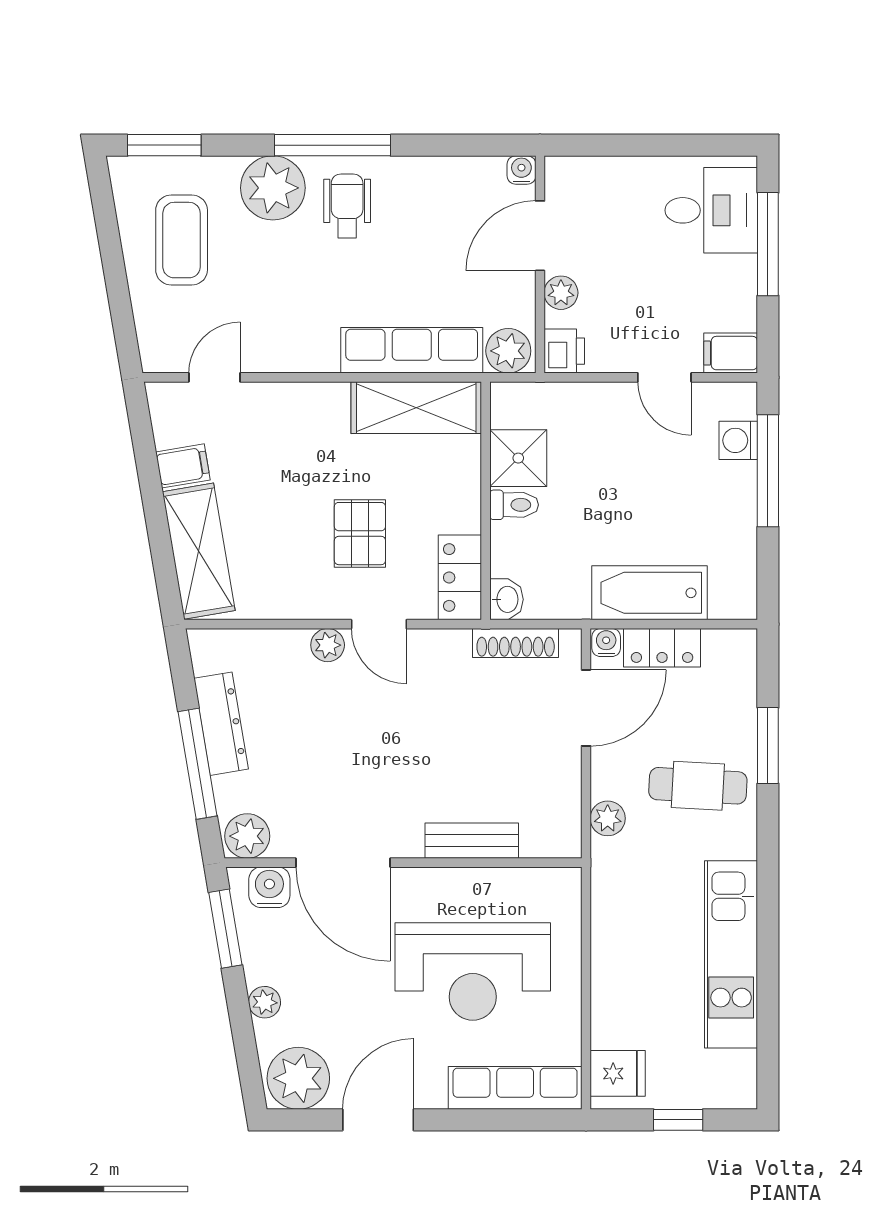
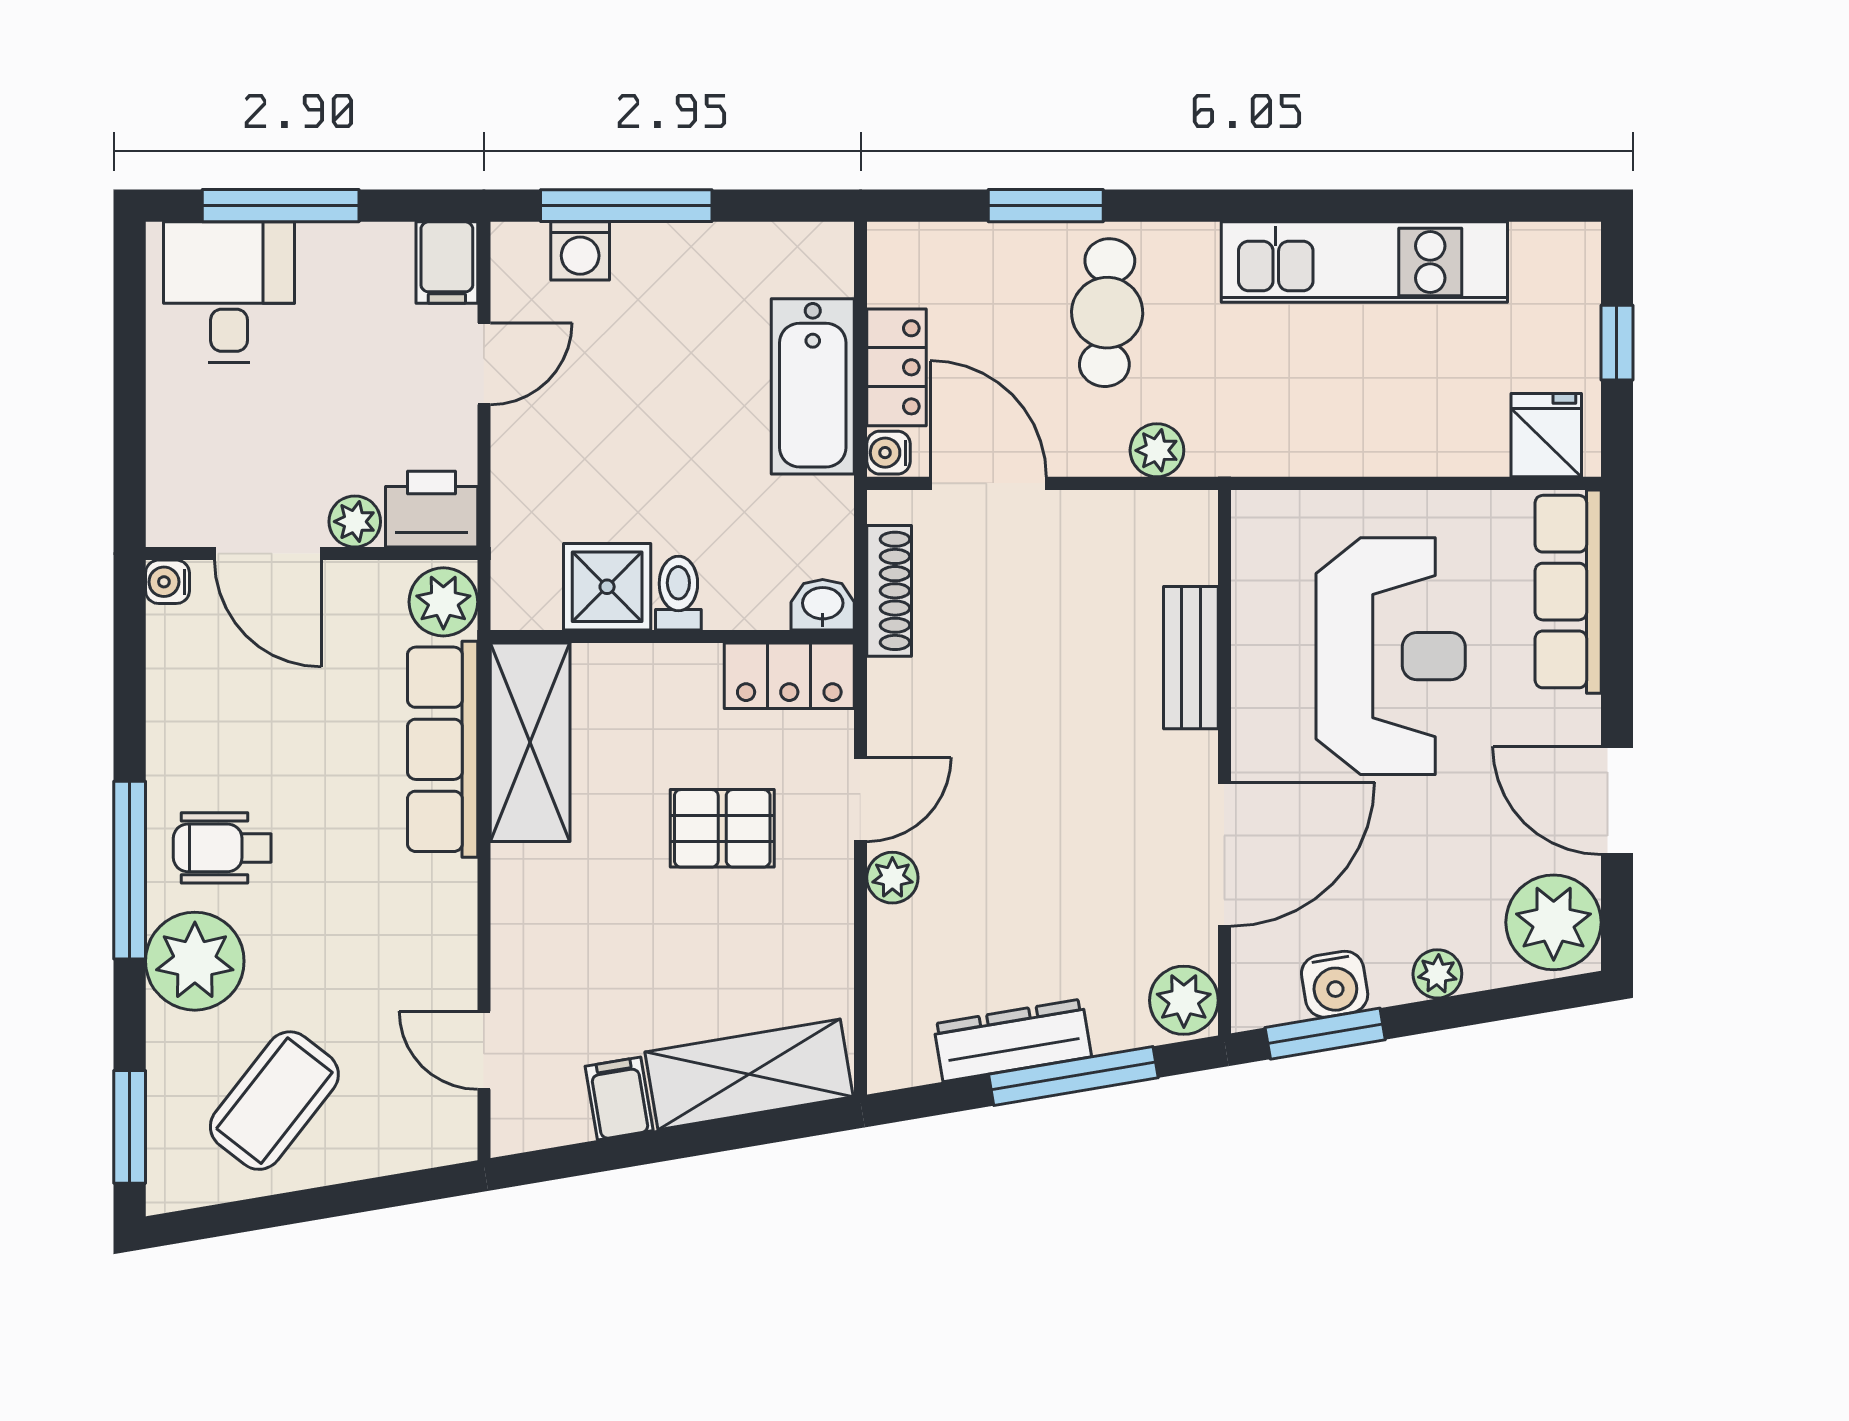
coffee table: (182, 240) -> (274, 1101), turned -52
printer: (564, 351) -> (432, 509), width x1.36, depth x1.24
water cooler: (269, 887) -> (1335, 984), moved, turned -100

